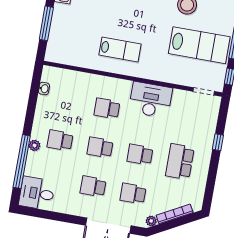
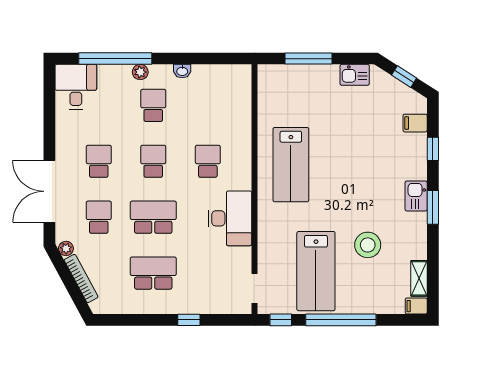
lab bench: (120, 50) -> (291, 165), width x1.36, depth x1.39
washbasin: (44, 89) -> (182, 71), moved
school desk: (140, 155) -> (153, 217), width x1.85

